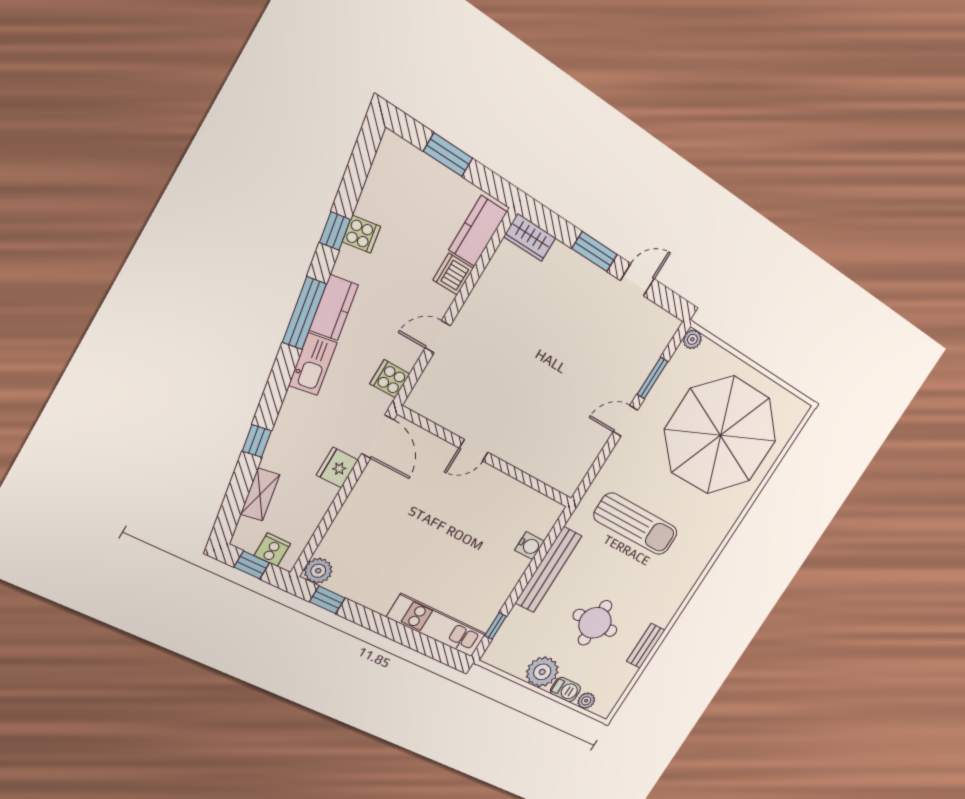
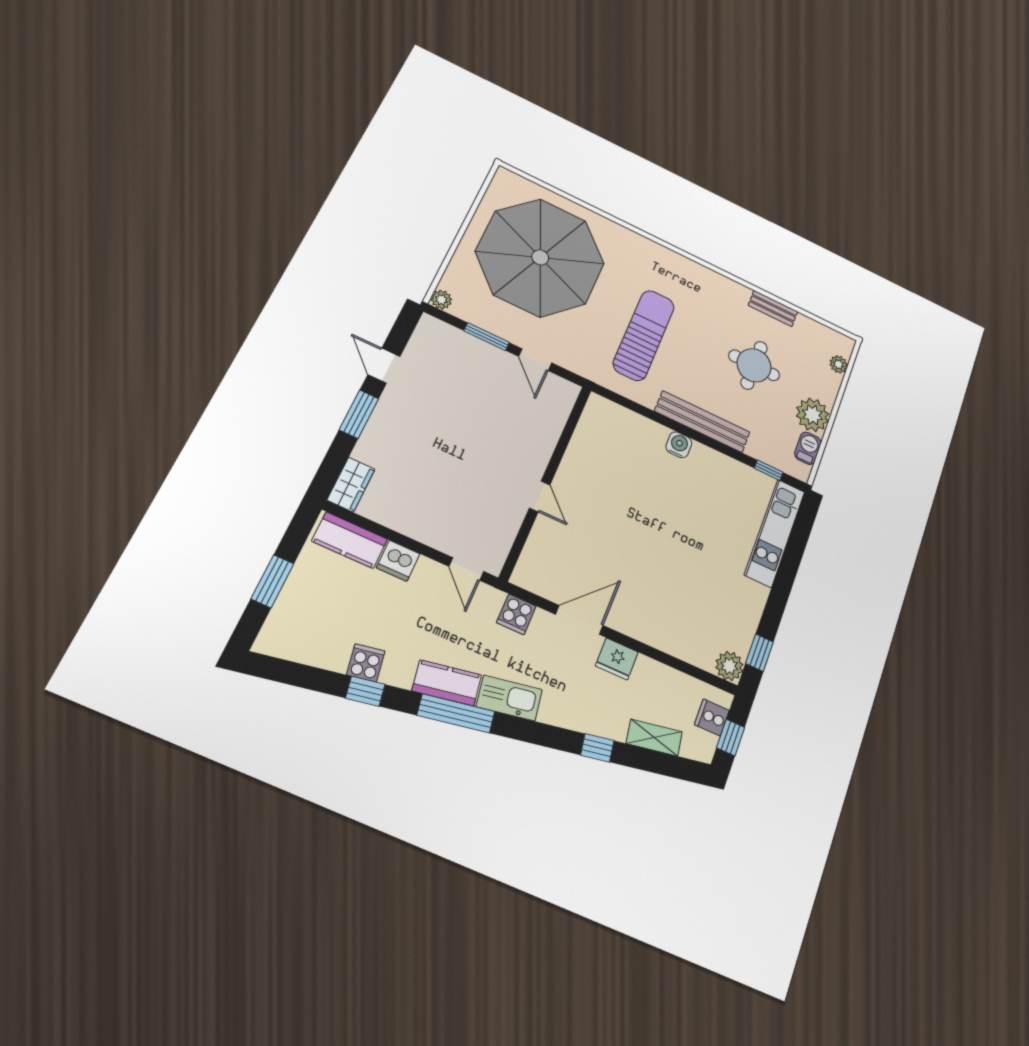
door: (474, 450) -> (540, 496), moved
wall: (487, 458) -> (546, 481), moved
barbecue: (565, 690) -> (808, 448), moved

